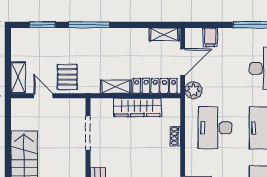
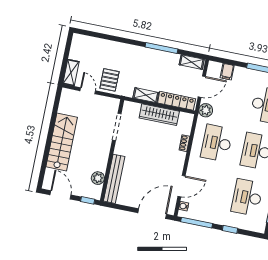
window: (42, 25) -> (98, 35), removed
window: (89, 25) -> (161, 48), moved

